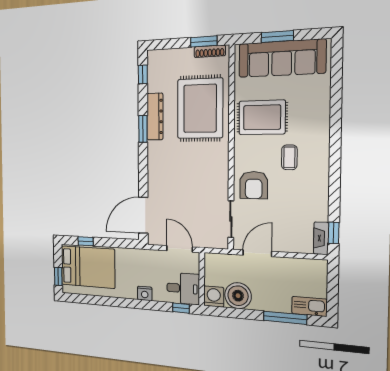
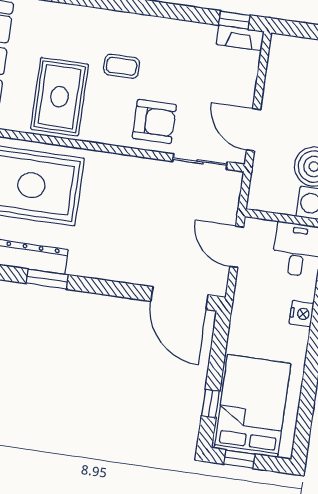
door: (179, 249) -> (237, 247), hinge flipped
window: (58, 276) -> (239, 459), moved

